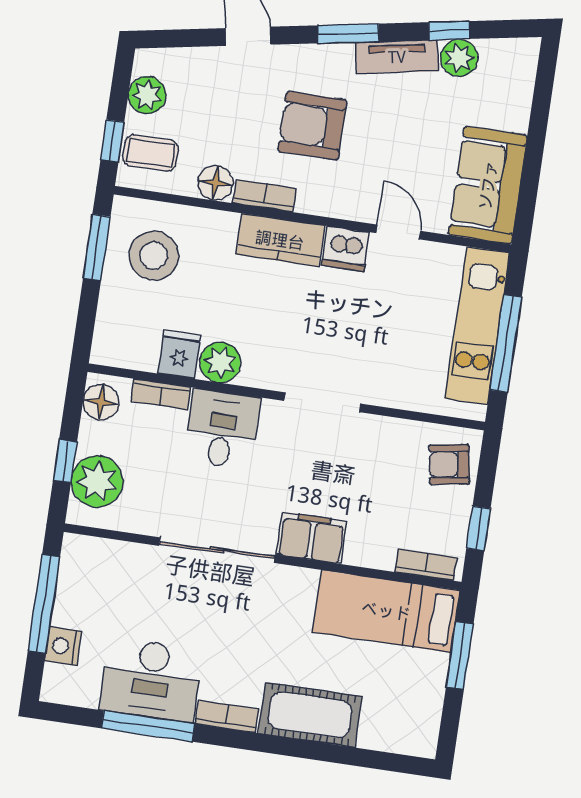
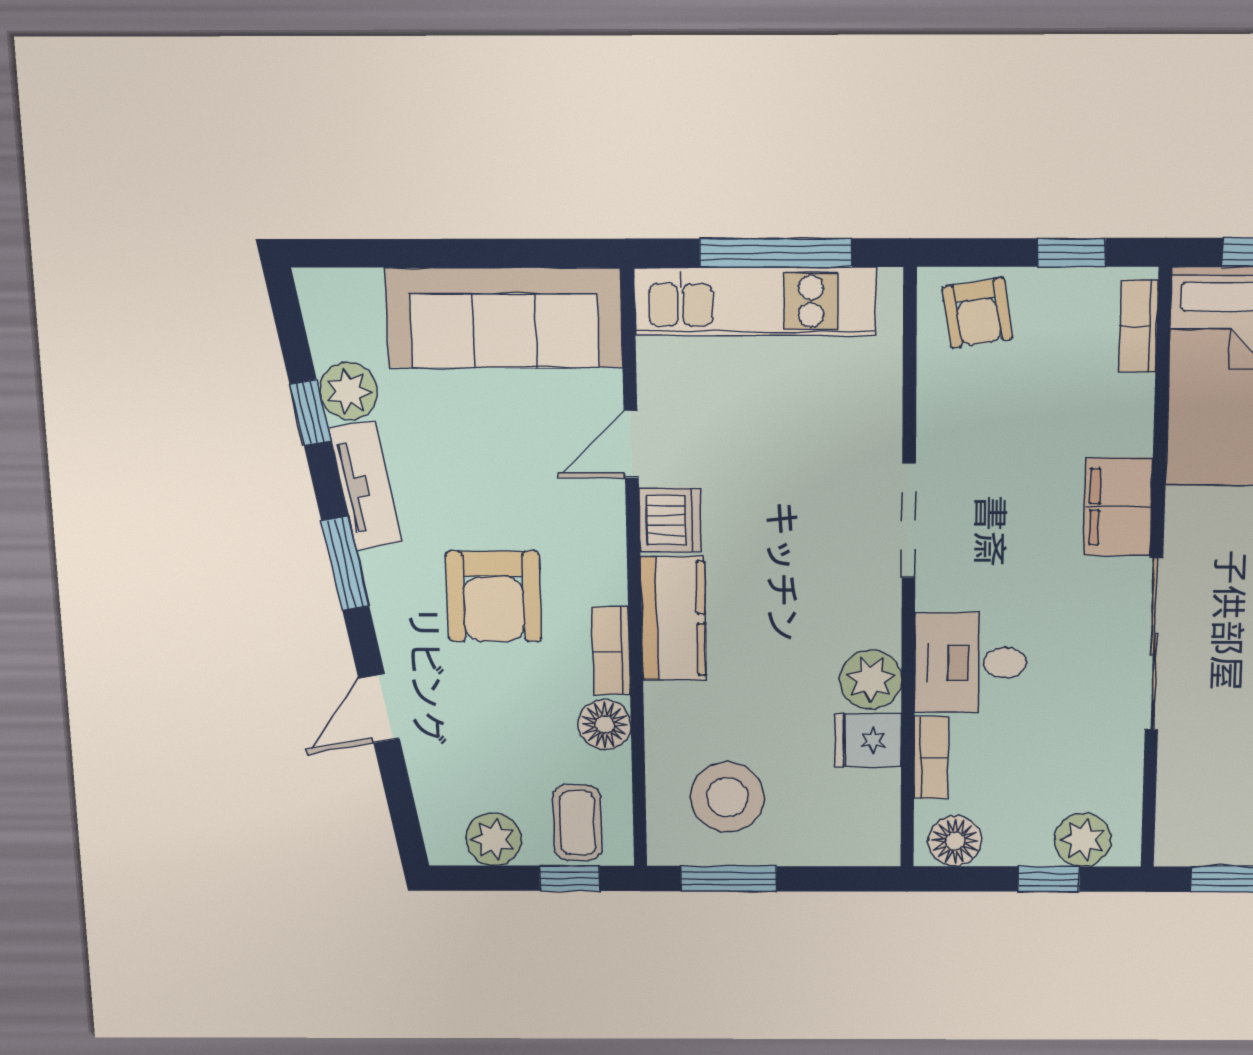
sofa: (488, 185) -> (504, 318), width x1.36
plant: (97, 481) -> (1083, 840), width x0.73, depth x0.73

